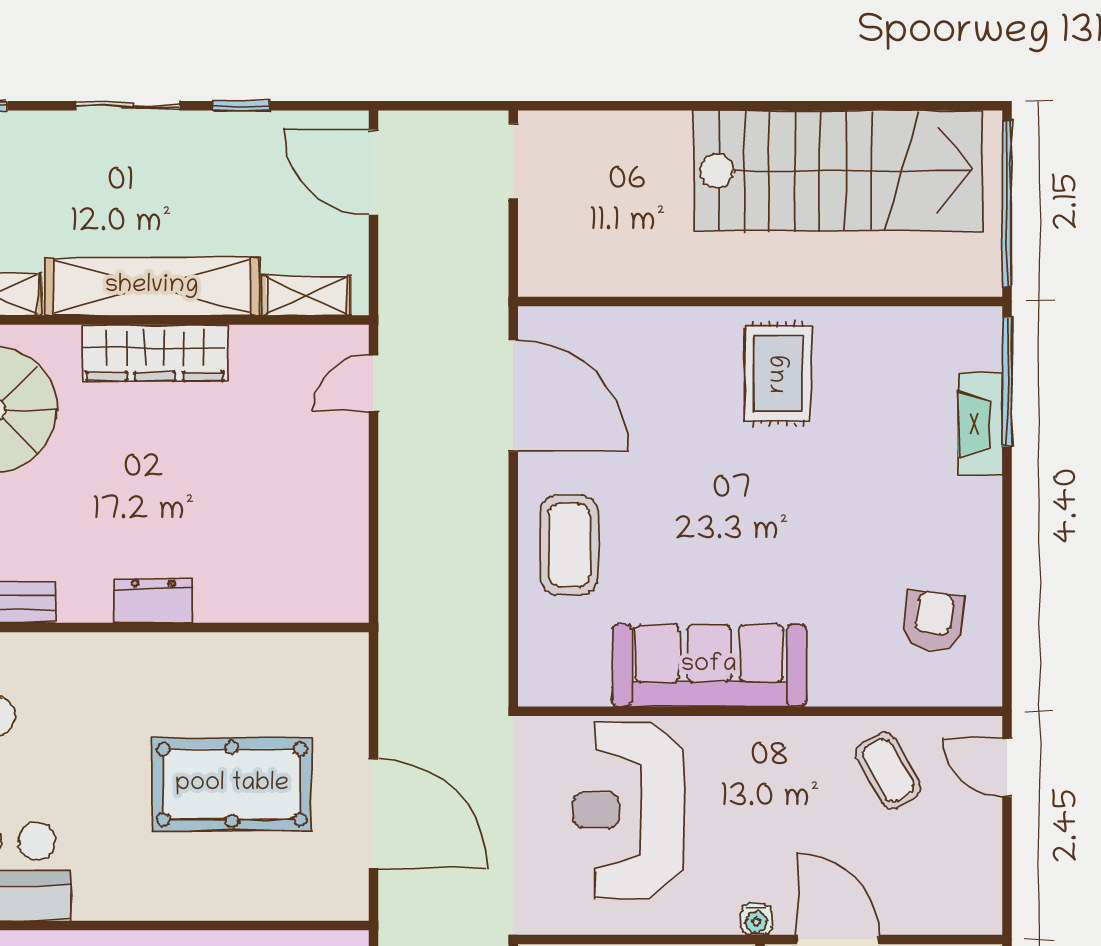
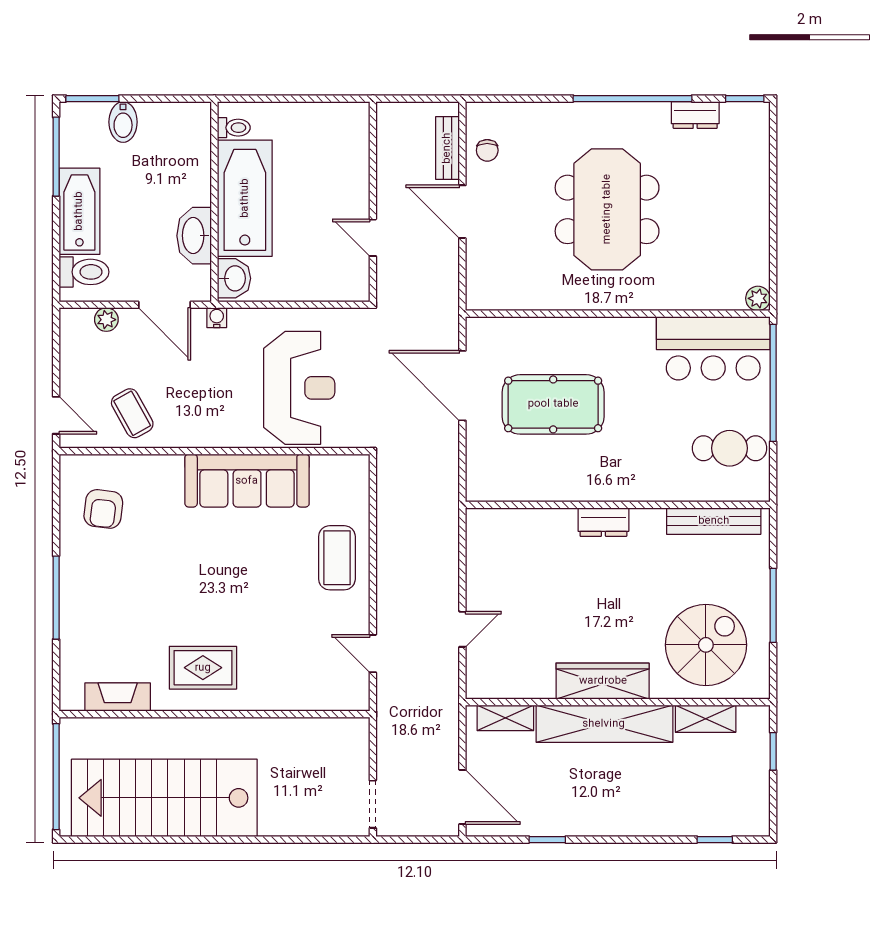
sliding door: (127, 106) -> (620, 840), removed
rug: (778, 374) -> (203, 668), turned 90
window: (1007, 382) -> (56, 598), moved
door: (373, 383) -> (462, 629), moved
door: (513, 396) -> (373, 654), width x0.53
fireplace: (980, 424) -> (118, 697), moved, turned -90
plant: (929, 916) -> (106, 320), added

